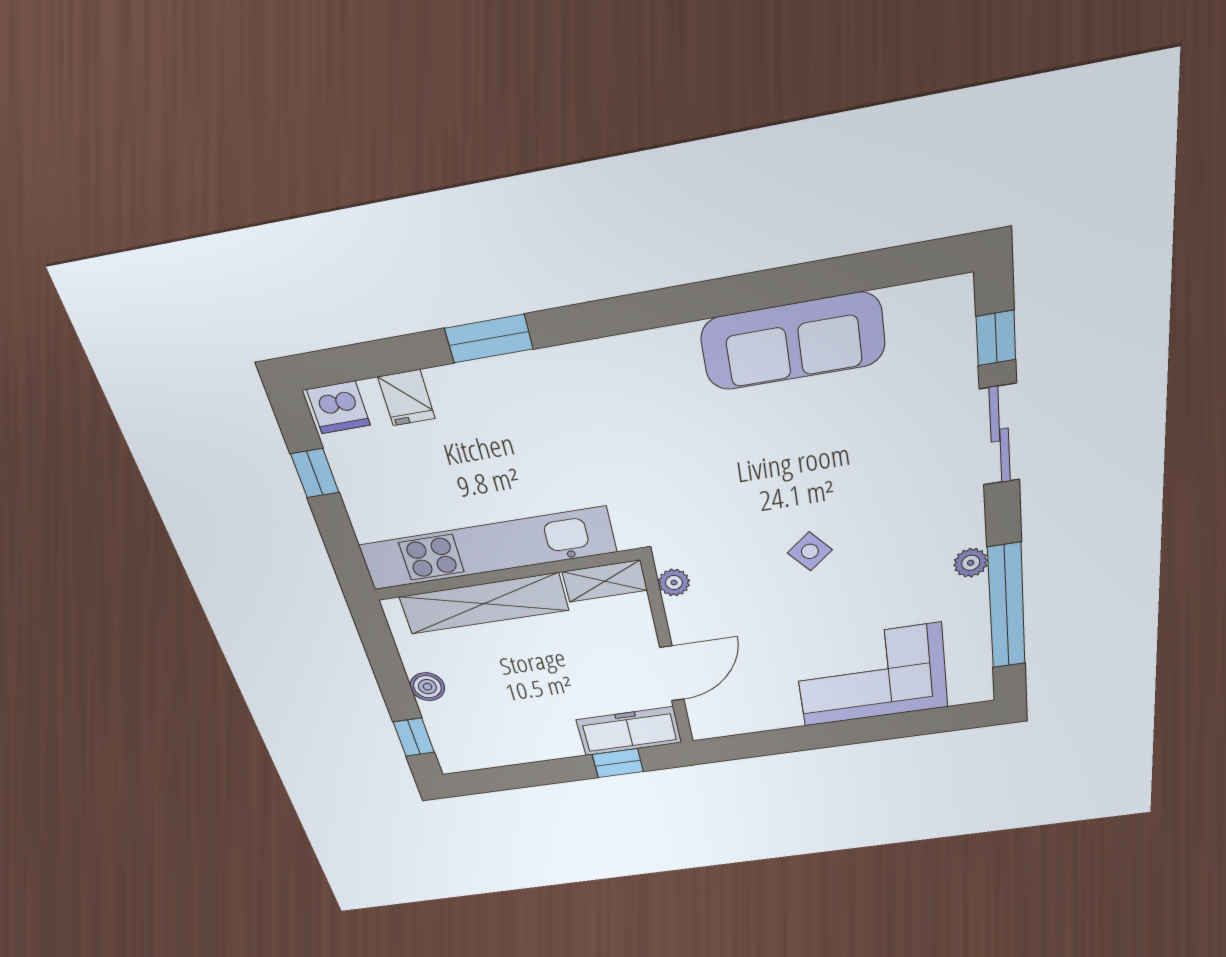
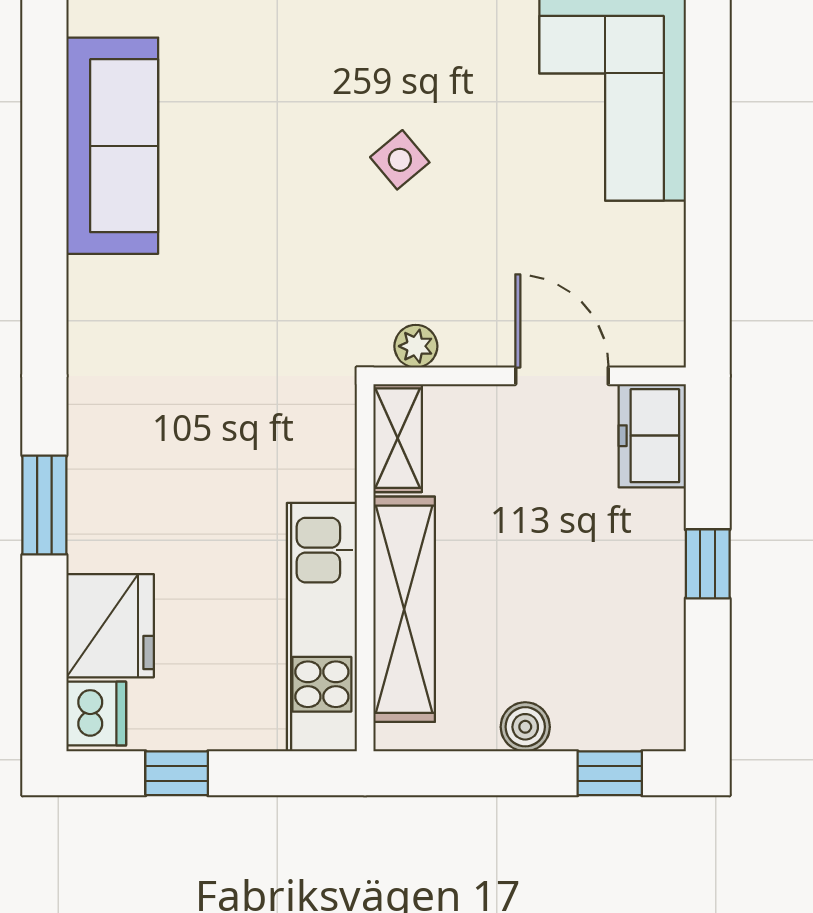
fridge: (407, 398) -> (110, 626), width x1.88, depth x1.34
kitchen unit: (488, 549) -> (322, 627), width x0.73
freezer: (629, 731) -> (652, 436), width x0.71
window: (618, 763) -> (708, 564), moved

